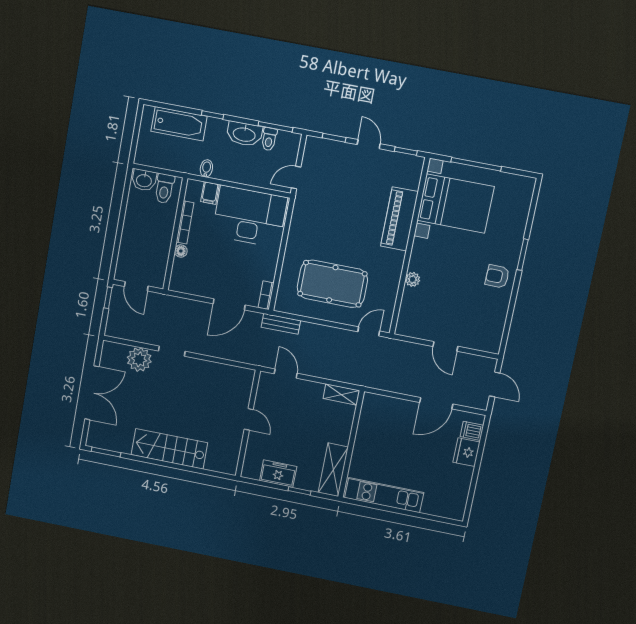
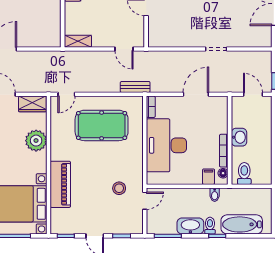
toilet: (269, 139) -> (210, 226), moved
washbasin: (144, 180) -> (239, 137), moved, turned 90
stool: (326, 200) -> (119, 188), added
desk: (249, 216) -> (166, 145), moved, turned 90
floor lamp: (181, 251) -> (223, 173), moved
plant: (413, 279) -> (36, 141), width x1.87, depth x1.87
door: (229, 304) -> (196, 94), moved
wardrobe: (414, 328) -> (32, 104), added
plant: (139, 359) -> (241, 37), removed

